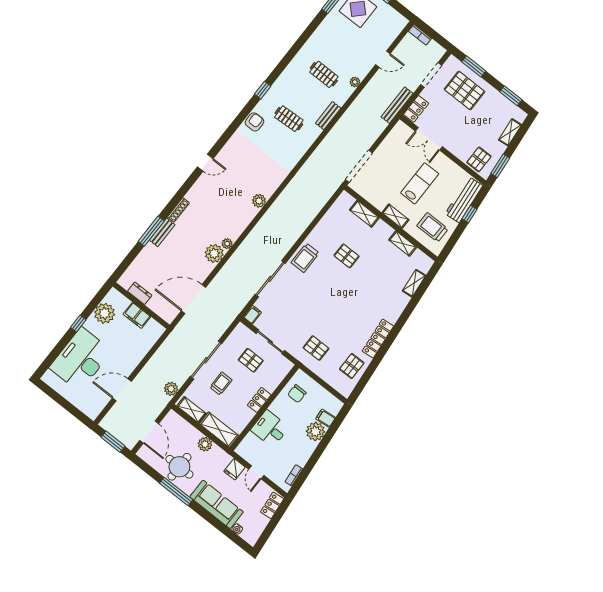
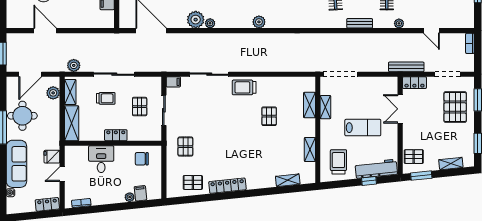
shelving: (395, 216) -> (325, 107), moved
plant: (315, 431) -> (130, 197), width x0.53, depth x0.53
plant: (205, 444) -> (53, 93), moved

